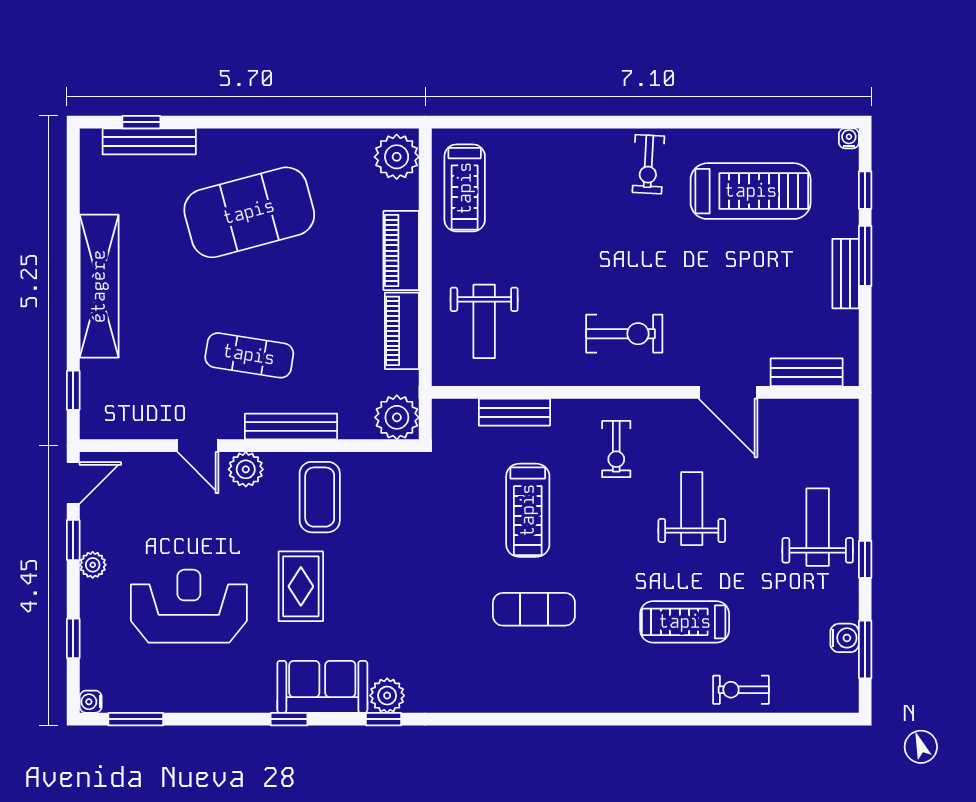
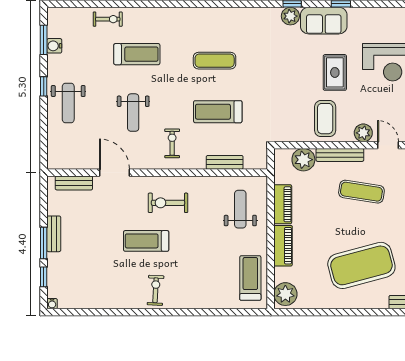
treadmill: (751, 191) -> (146, 241), moved, width x0.73, depth x0.73
plant: (397, 417) -> (303, 160), moved
treadmill: (528, 510) -> (218, 112), turned -90

